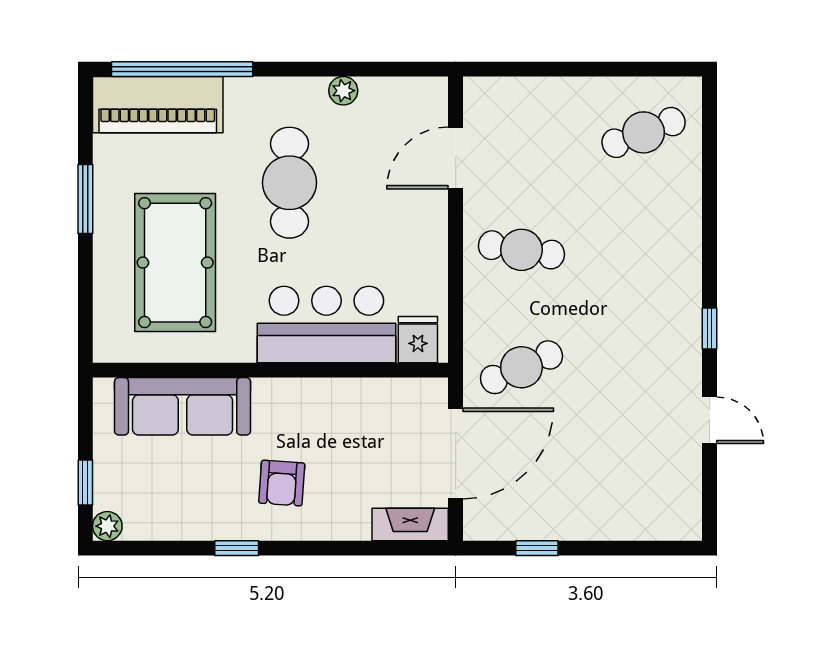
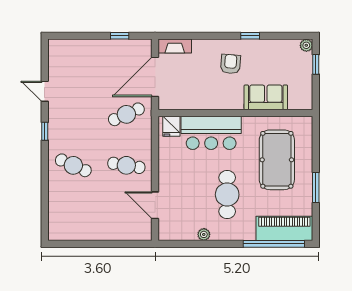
cafe table: (644, 132) -> (73, 165), moved, turned 45
door: (456, 158) -> (155, 205), swing flipped
sofa: (183, 406) -> (266, 97), width x0.73

